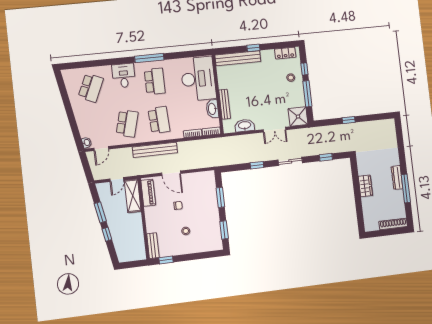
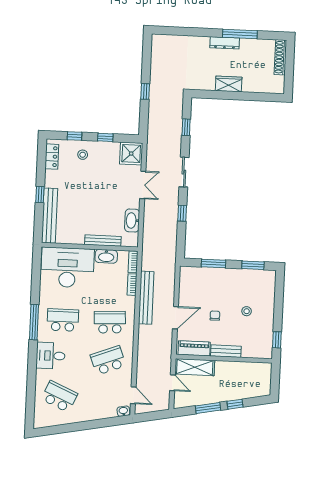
window: (307, 94) -> (105, 137), width x0.46
school desk: (127, 123) -> (108, 360), turned -36
bench: (155, 150) -> (146, 298), moved
bench: (153, 246) -> (226, 351), moved

